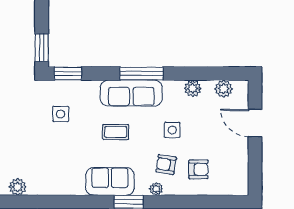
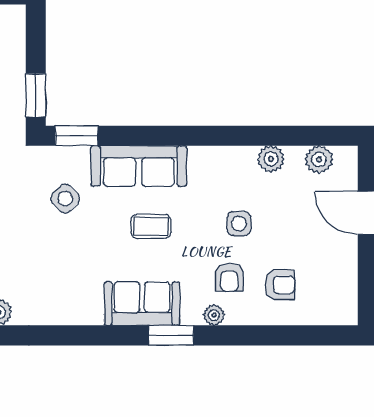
window: (141, 74) -> (191, 136), removed
sofa: (131, 93) -> (139, 166), moved
side table: (61, 114) -> (65, 199), turned 45
armchair: (166, 165) -> (229, 277), turned -99

